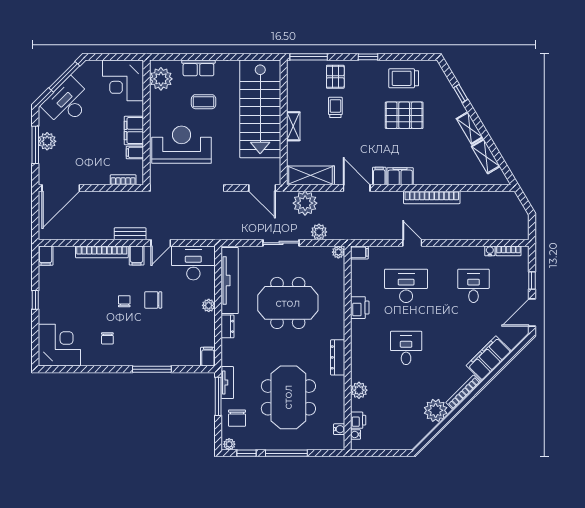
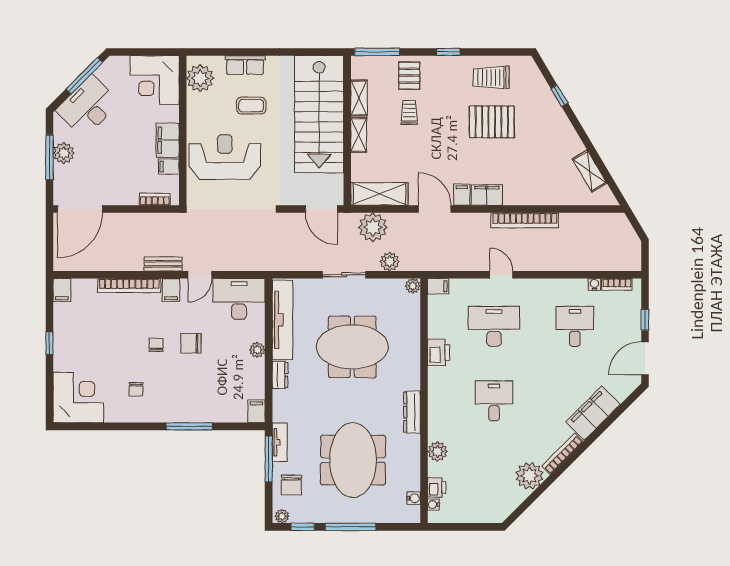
shelving: (470, 128) -> (359, 98), moved, turned 31

